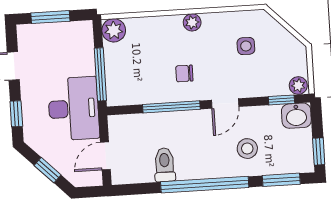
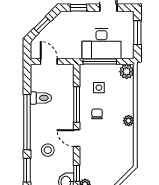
side table: (246, 46) -> (99, 88), moved
desk: (74, 109) -> (101, 44), moved

